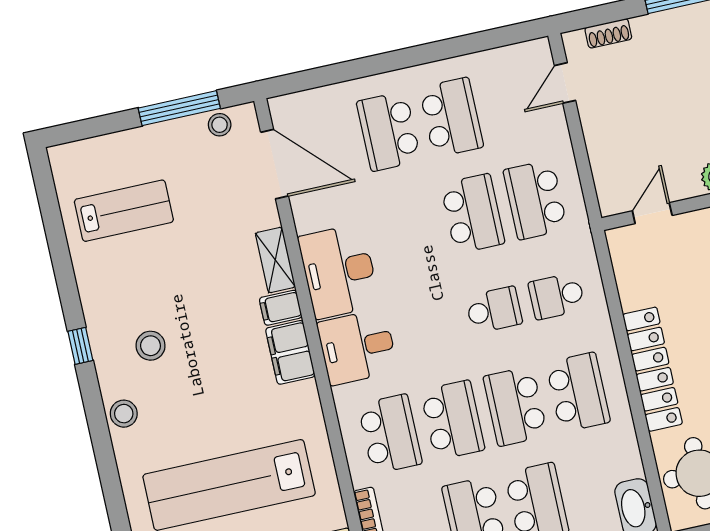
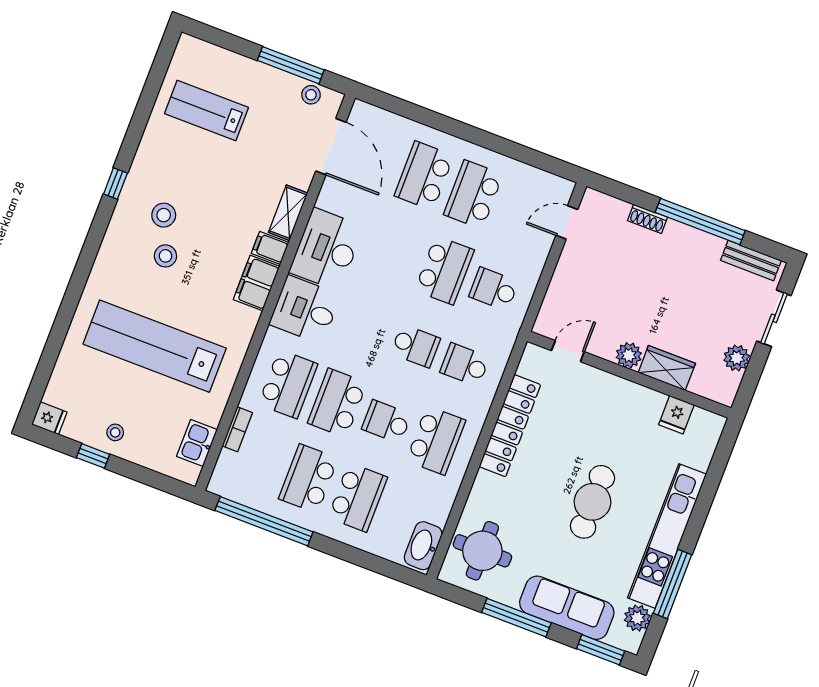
shoe rack: (608, 33) -> (647, 219), moved
school desk: (451, 117) -> (473, 195), turned 180
school desk: (535, 200) -> (494, 289), width x0.54
lab bench: (124, 211) -> (206, 110), turned 180
locker: (653, 369) -> (510, 426), moved
school desk: (515, 406) -> (387, 422), width x0.54
stool: (124, 414) -> (165, 256), moved
school desk: (453, 420) -> (337, 403), turned 180

